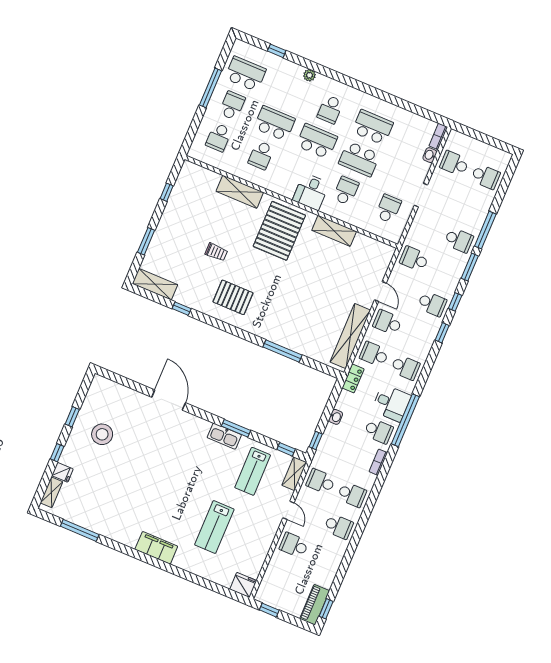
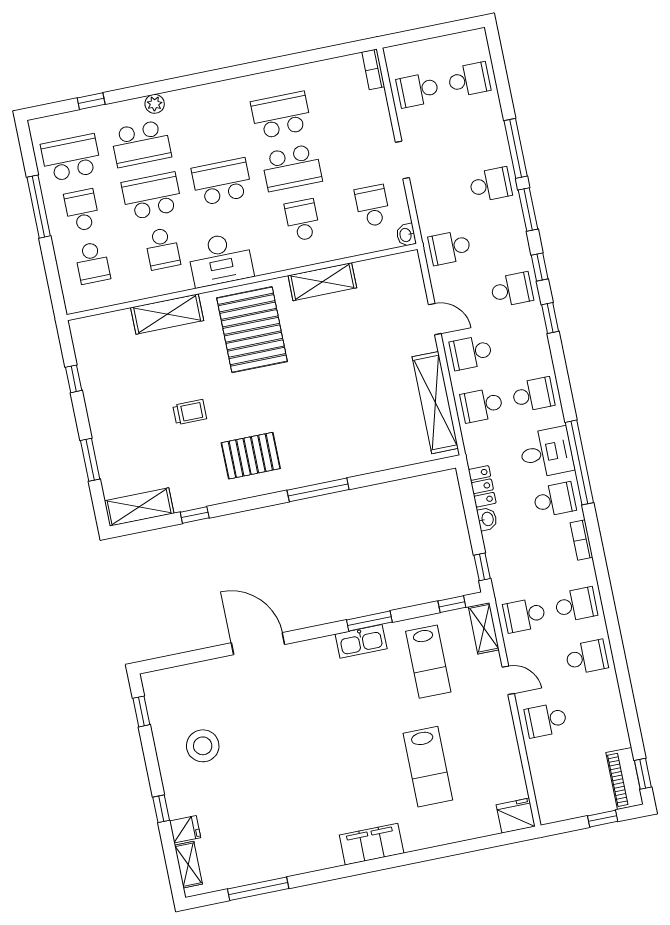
school desk: (330, 109) -> (141, 144), moved, width x1.85
washbasin: (430, 155) -> (406, 235), moved
desk: (311, 192) -> (220, 259), moved, width x1.37
window: (283, 351) -> (318, 490), moved
locker: (353, 378) -> (482, 486), moved
window: (72, 417) -> (141, 711), moved
window: (269, 610) -> (603, 819), moved

